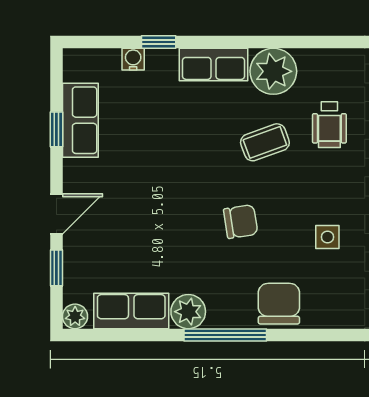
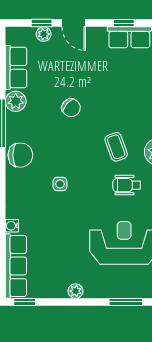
chair: (241, 222) -> (71, 108), moved, turned -40
plant: (75, 316) -> (44, 34), moved

